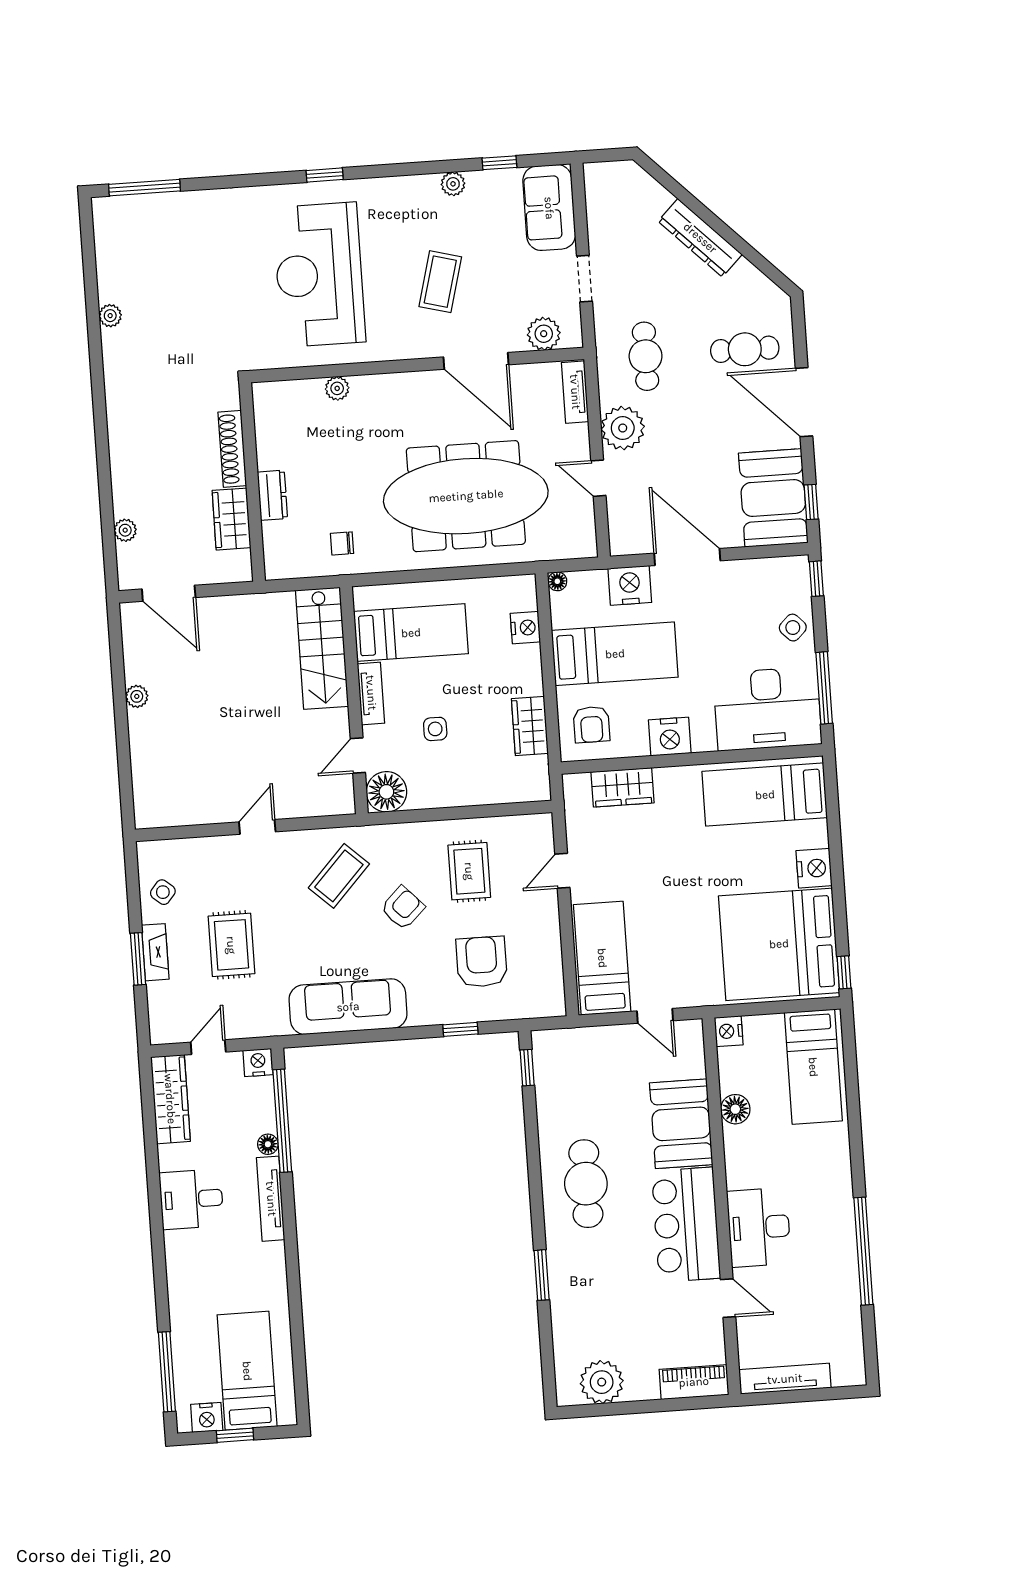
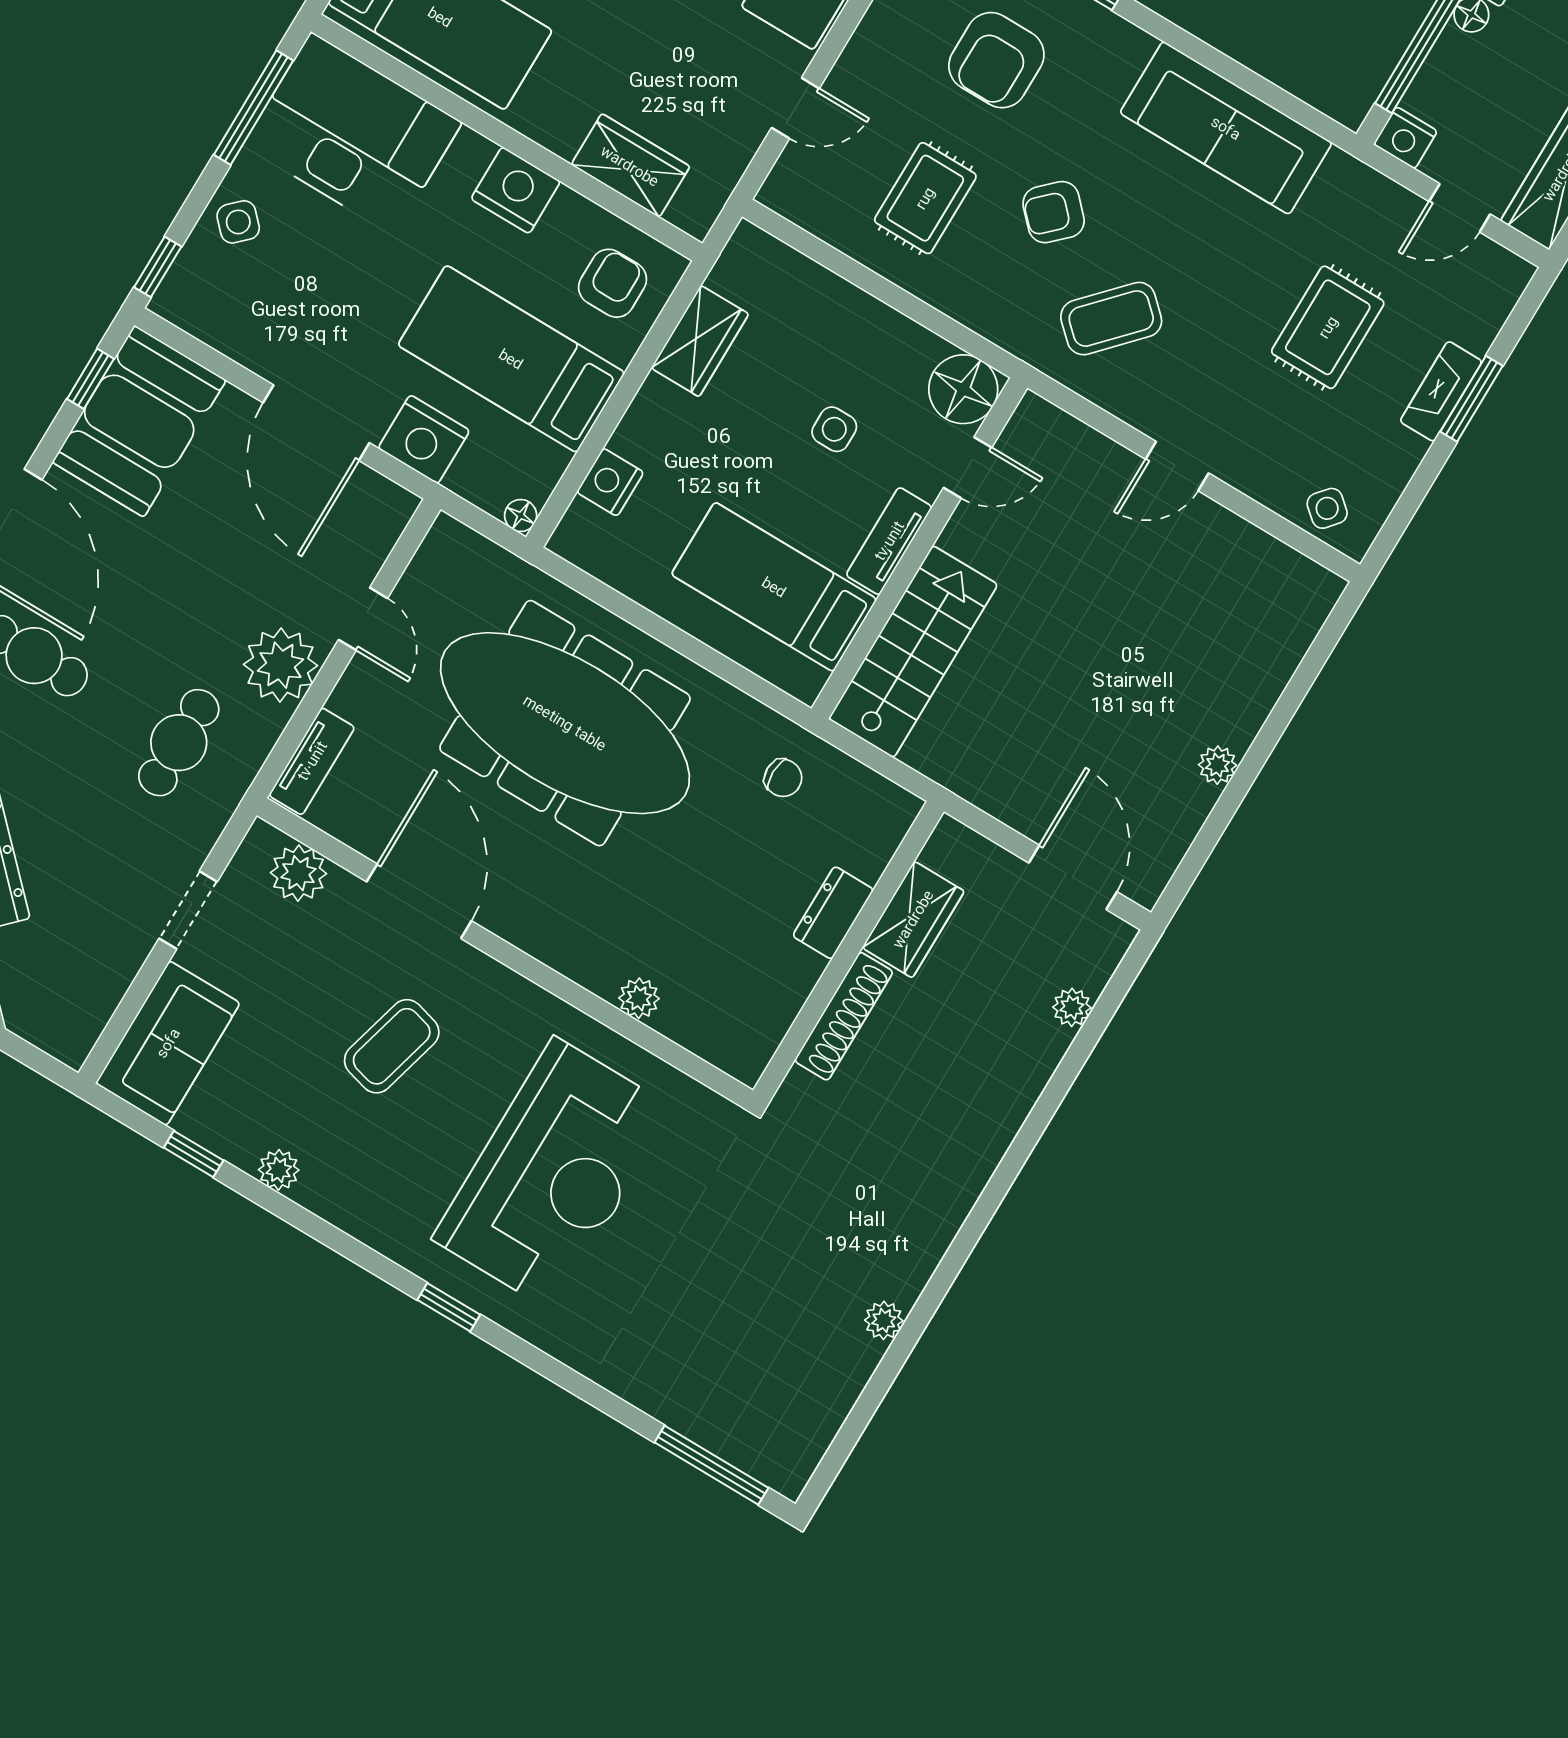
side table: (163, 892) -> (1327, 508), moved

